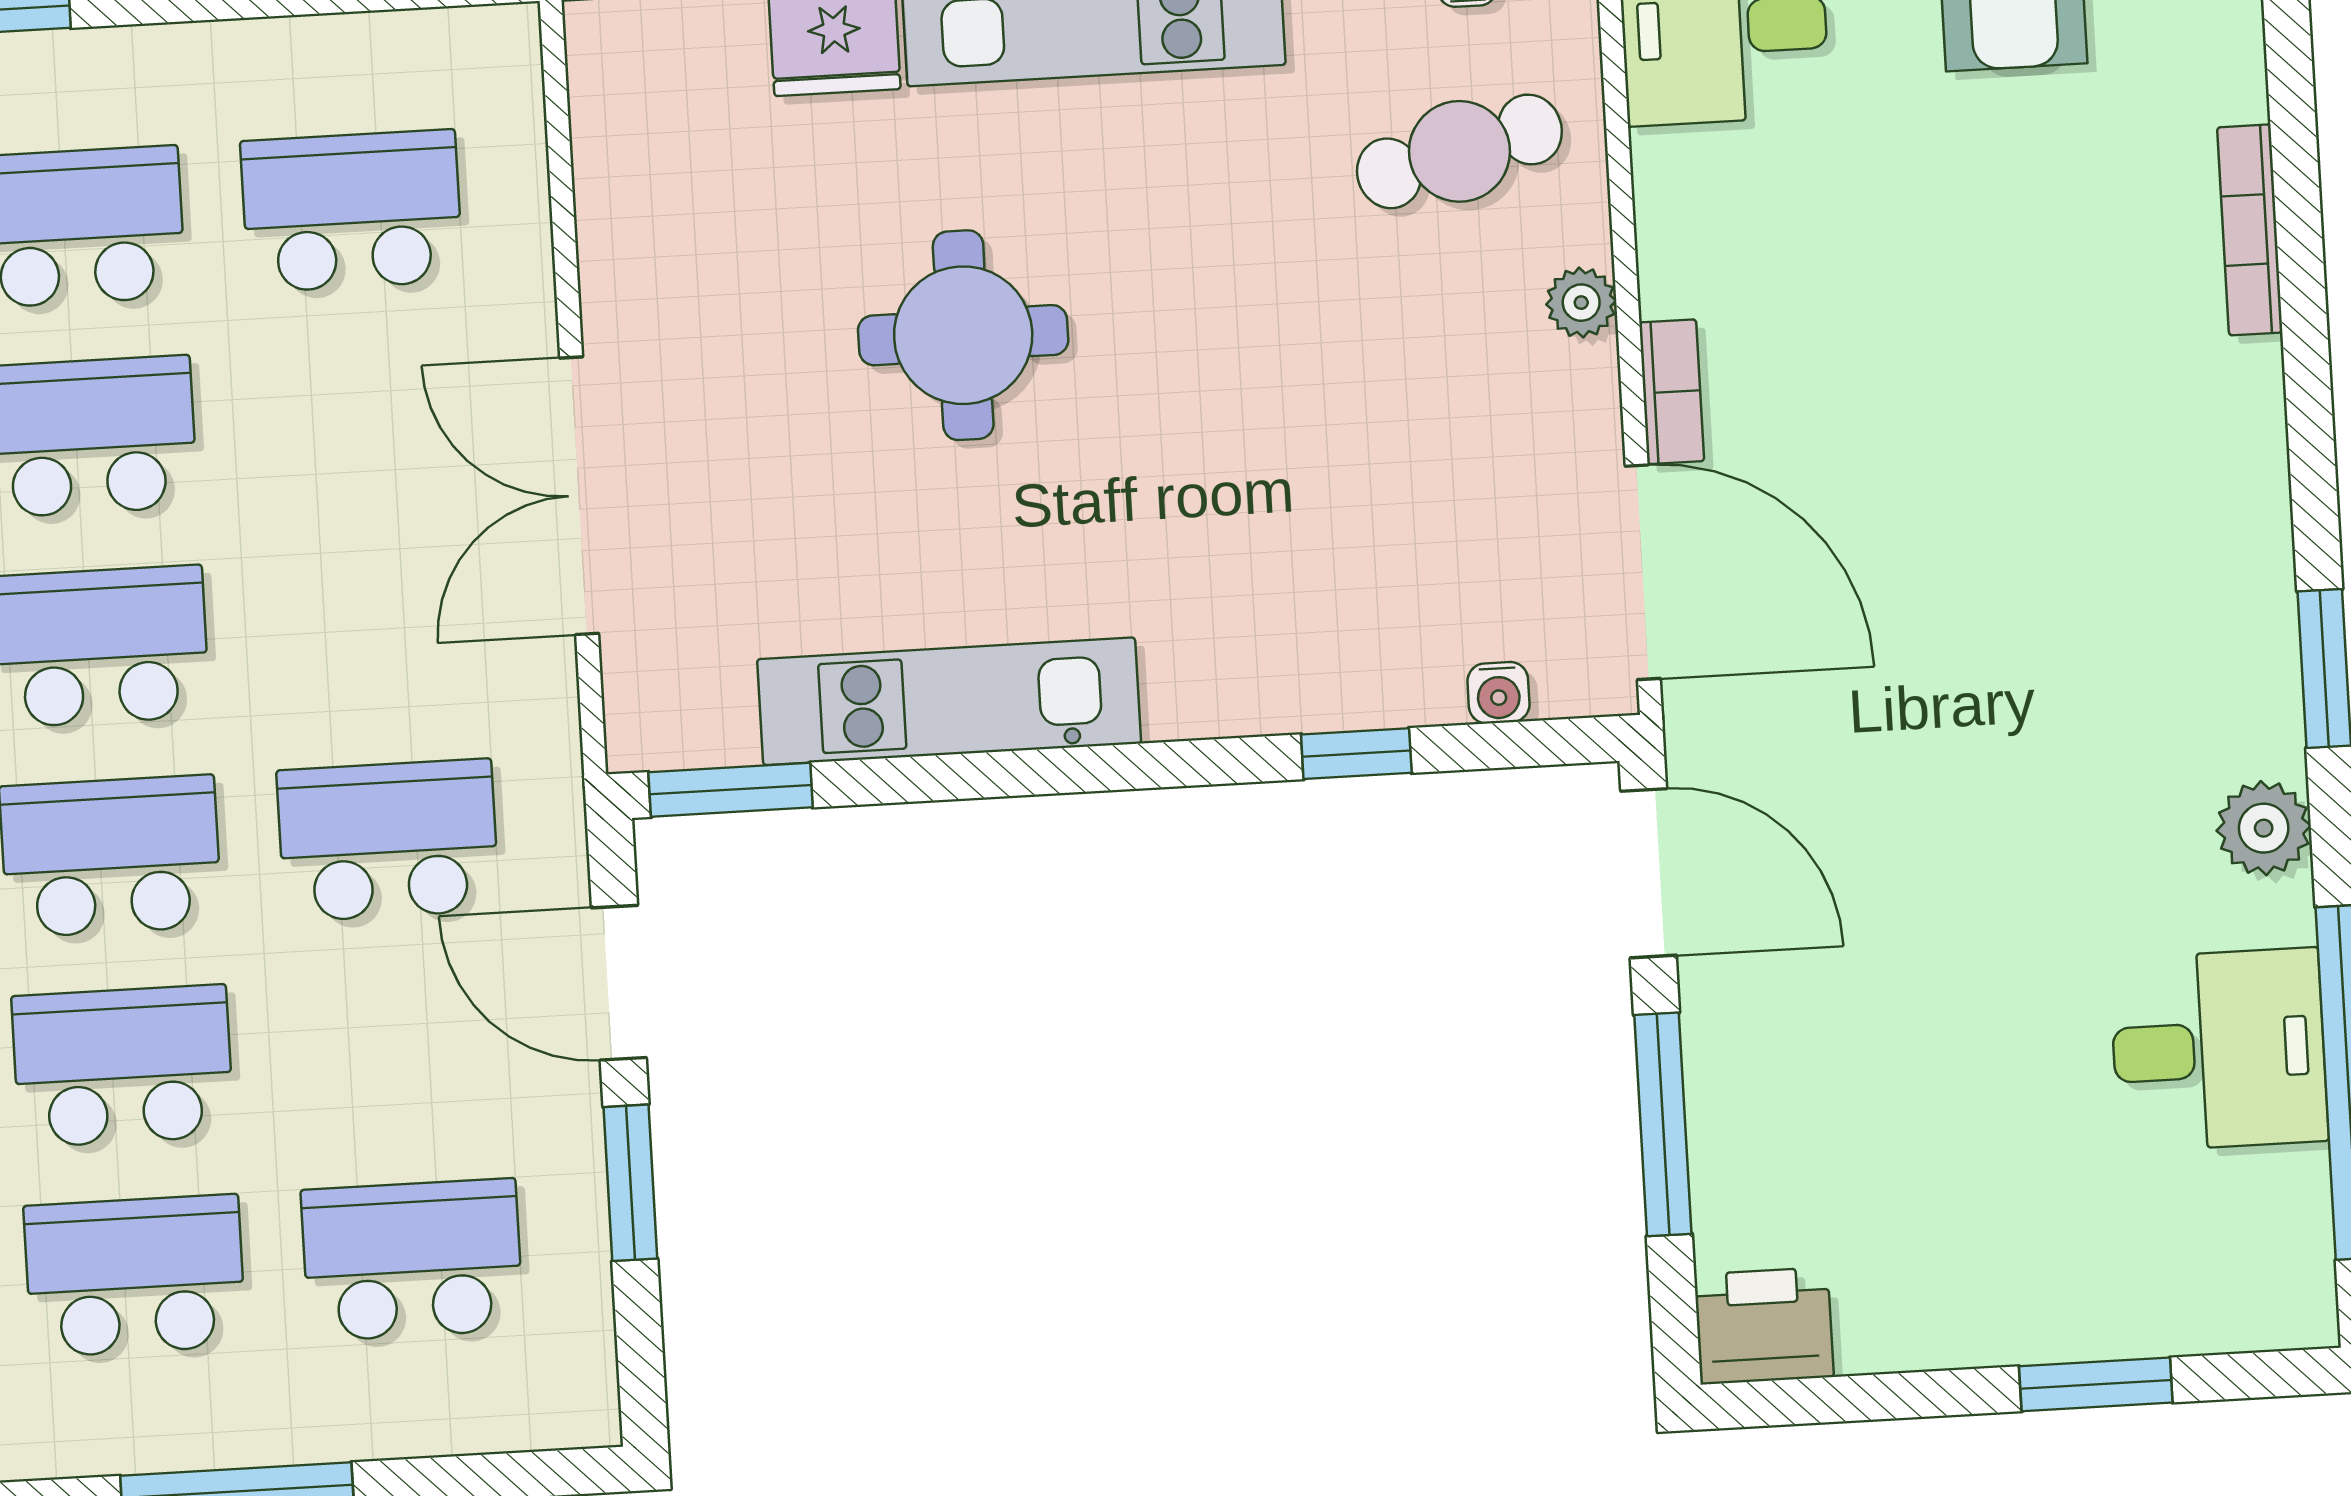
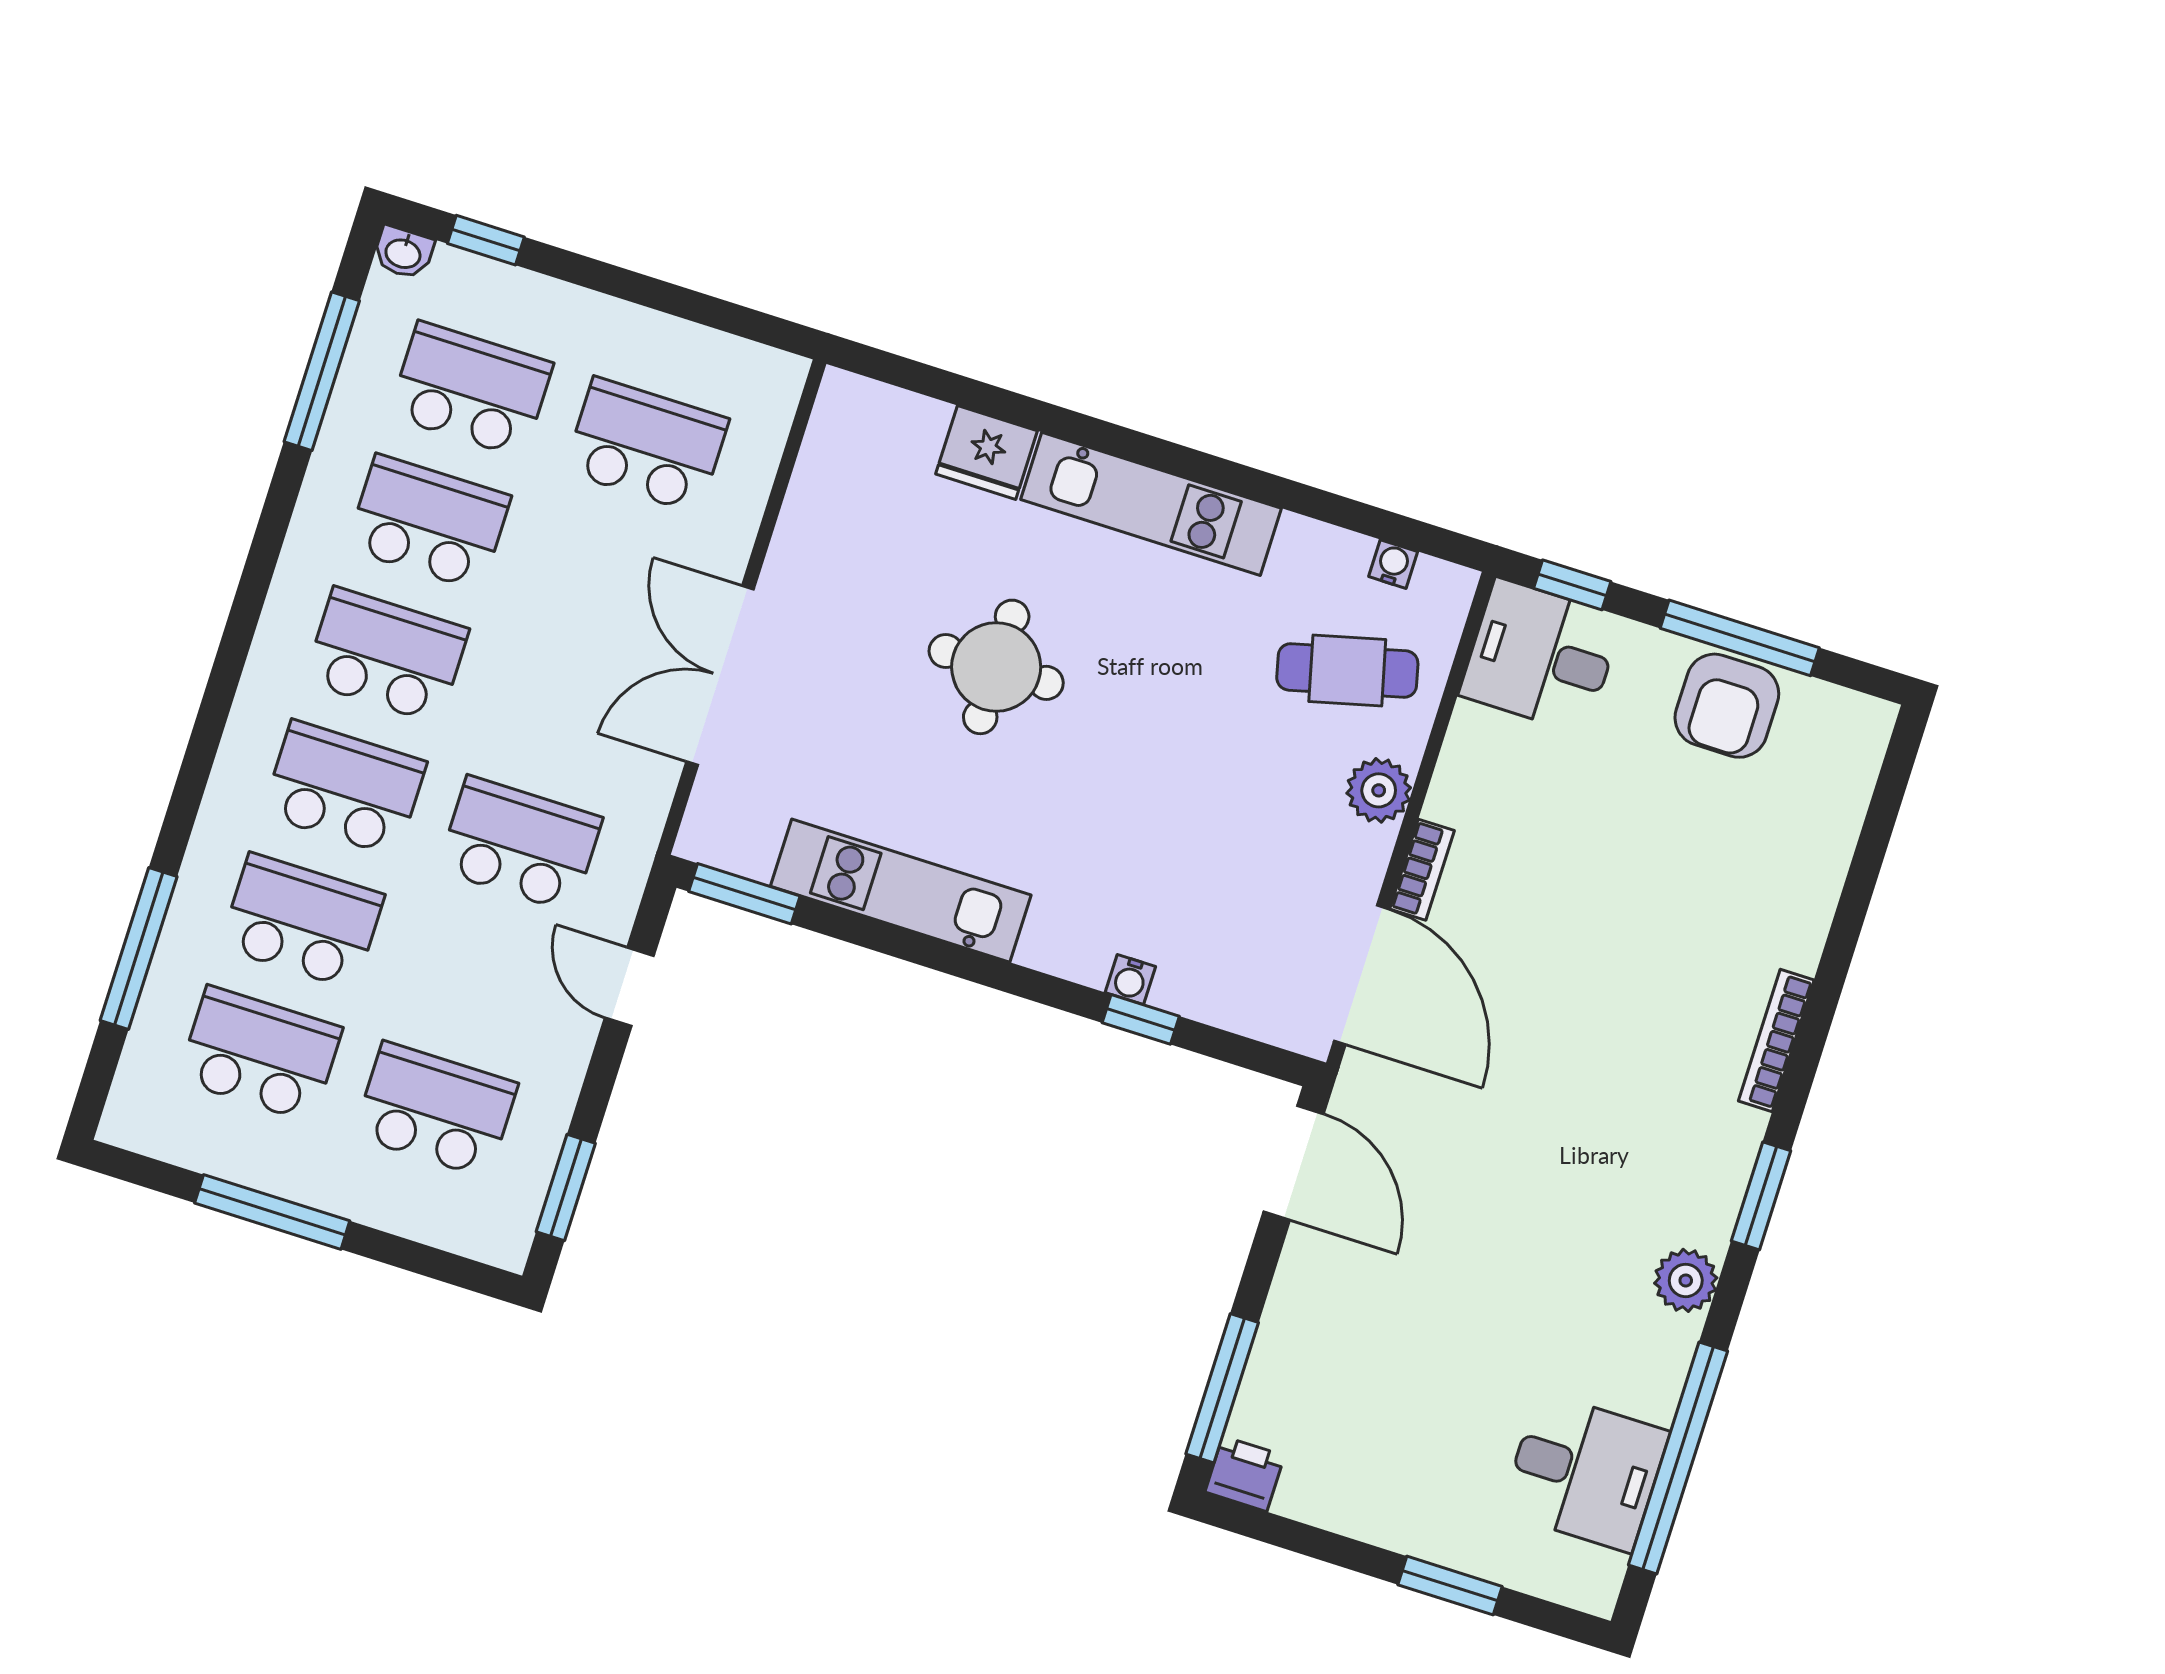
bookcase: (2250, 230) -> (1776, 1040), moved
plant: (1581, 303) -> (1379, 790), width x1.38, depth x1.38
water cooler: (1498, 693) -> (1130, 979), moved
door: (619, 983) -> (629, 987), width x0.73
desk: (2219, 1050) -> (1585, 1472), moved
window: (1663, 1124) -> (1222, 1388), moved
window: (630, 1183) -> (566, 1187), moved
printer: (1764, 1326) -> (1245, 1474), width x0.73, depth x0.81

